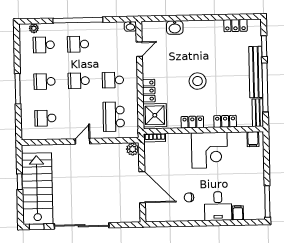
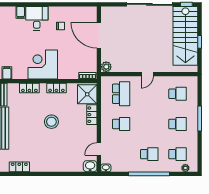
washbasin: (175, 28) -> (90, 166), moved
school desk: (79, 81) -> (149, 124), removed

